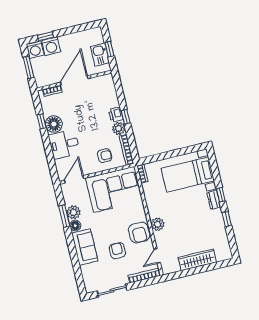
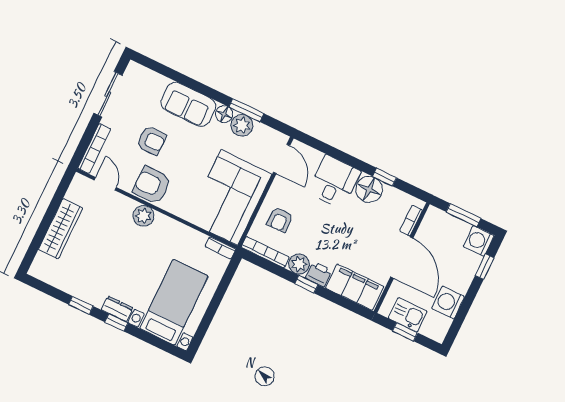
washing machine: (51, 46) -> (448, 302), moved
filing cabinet: (108, 92) -> (355, 287), added

